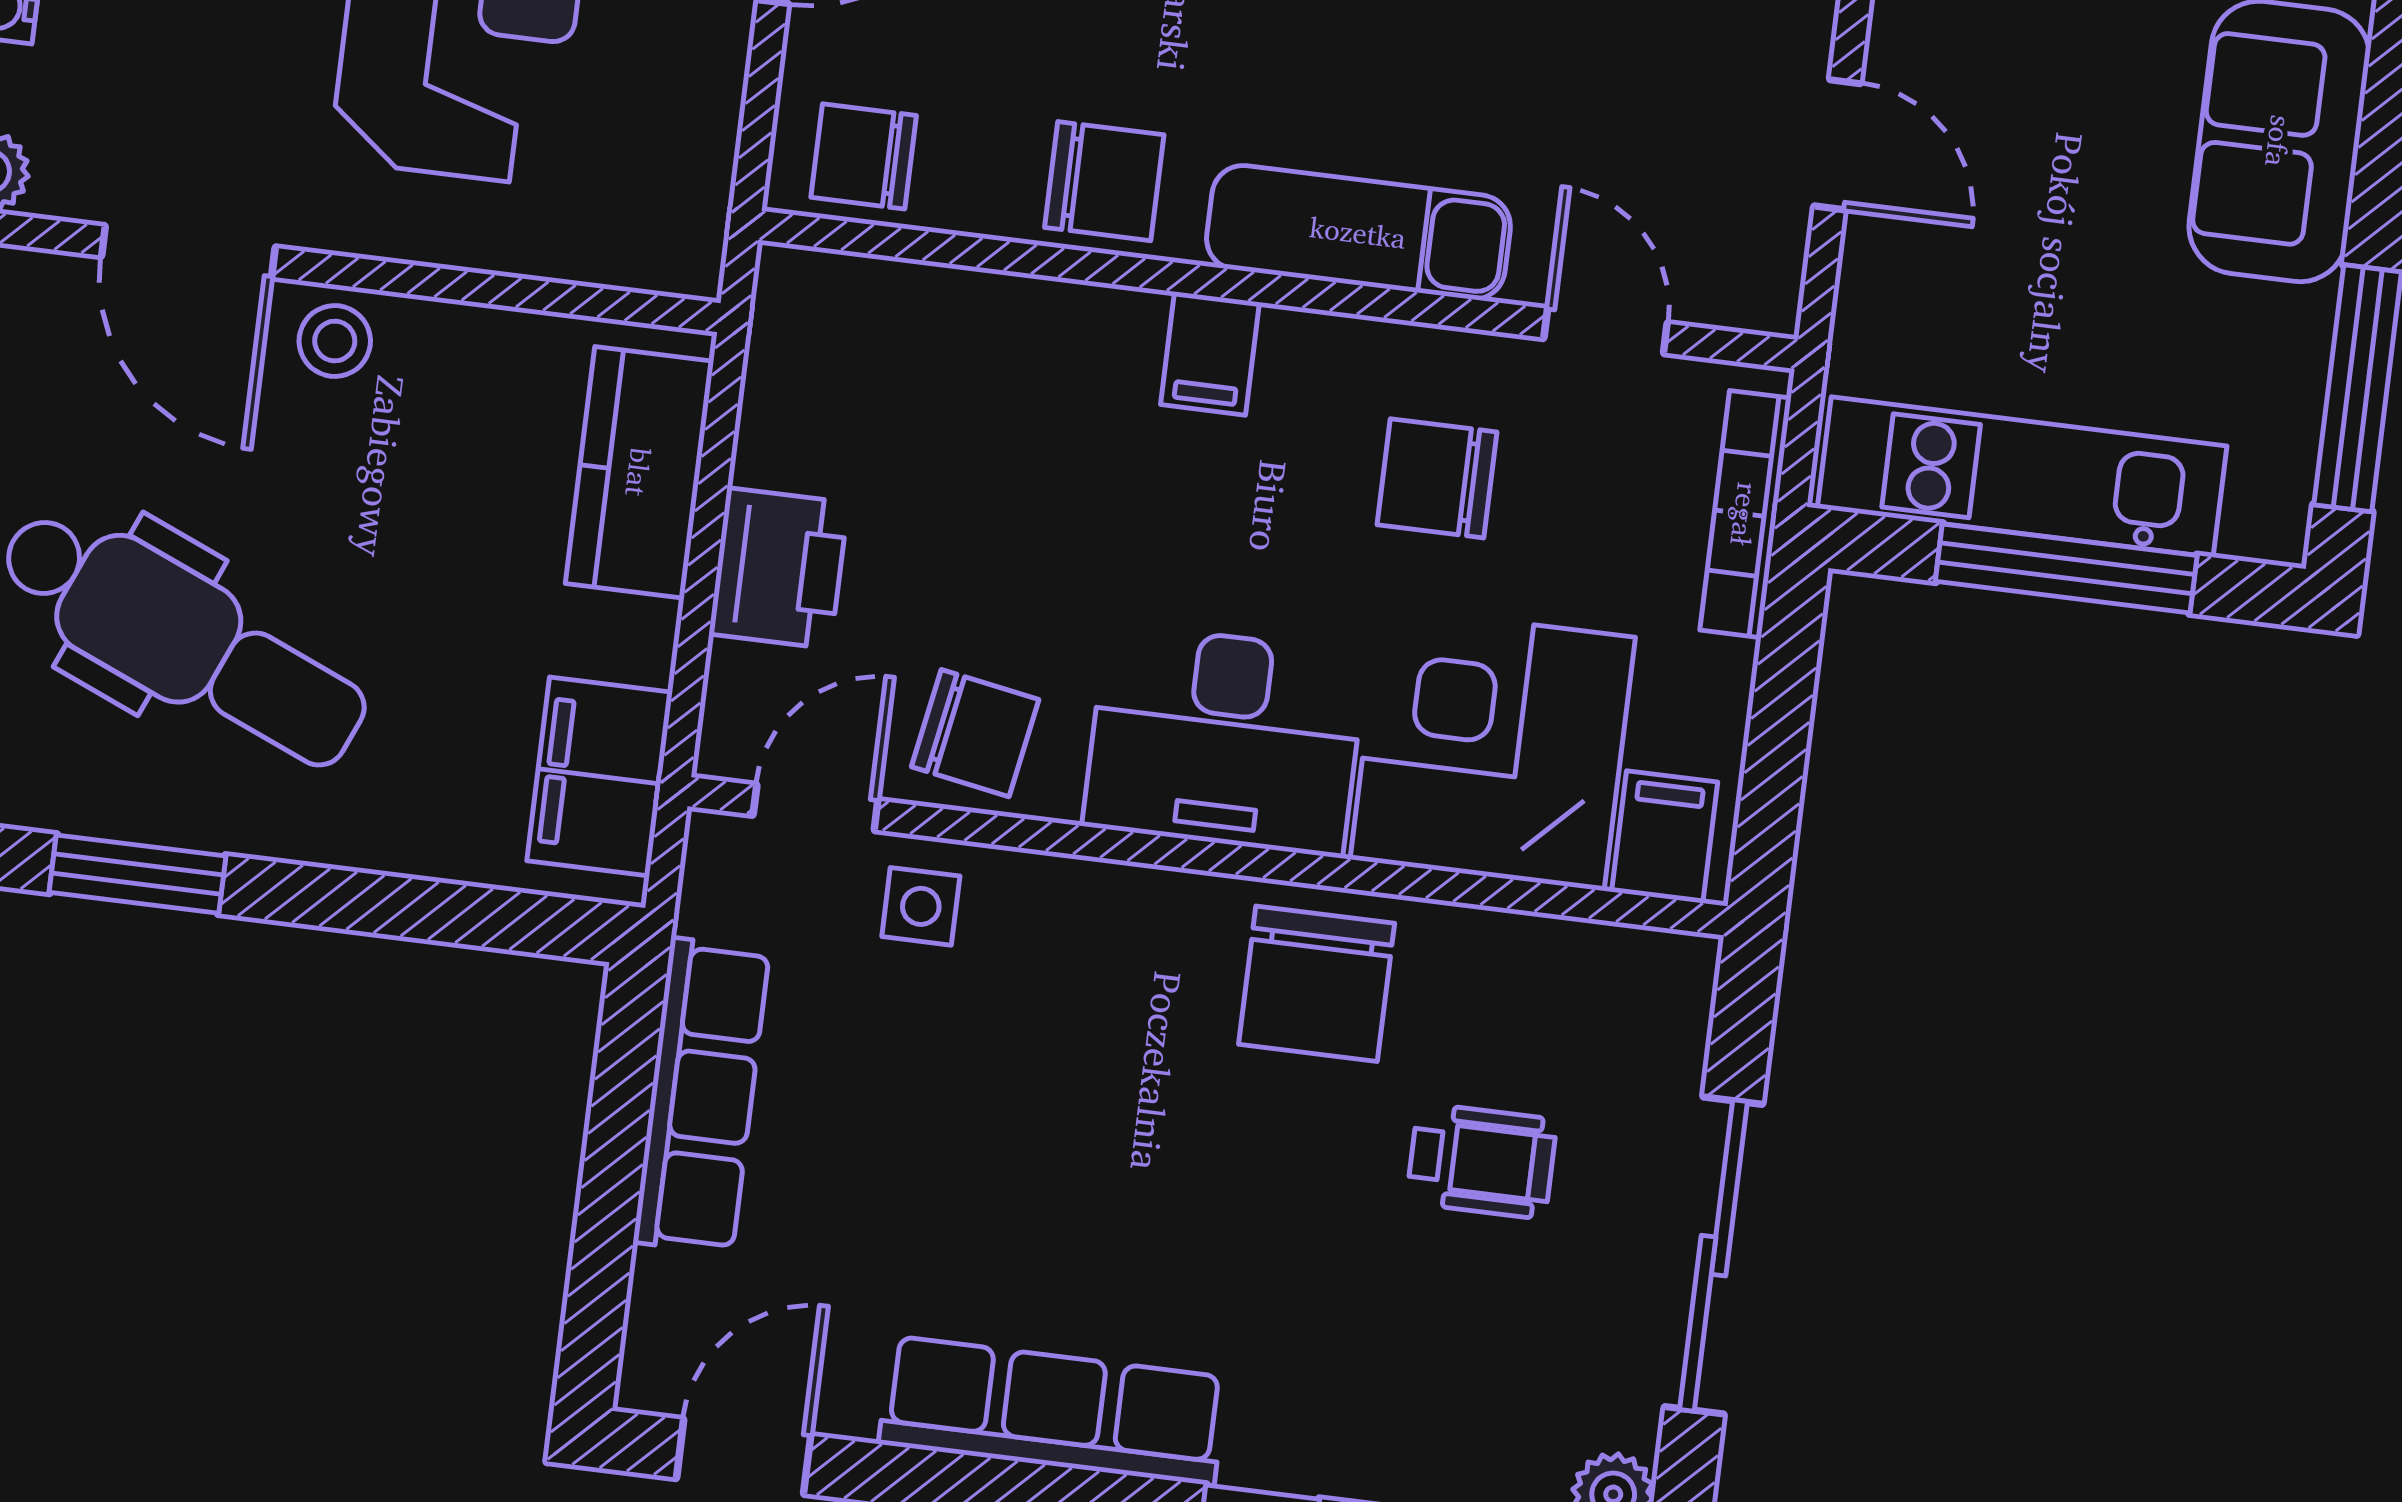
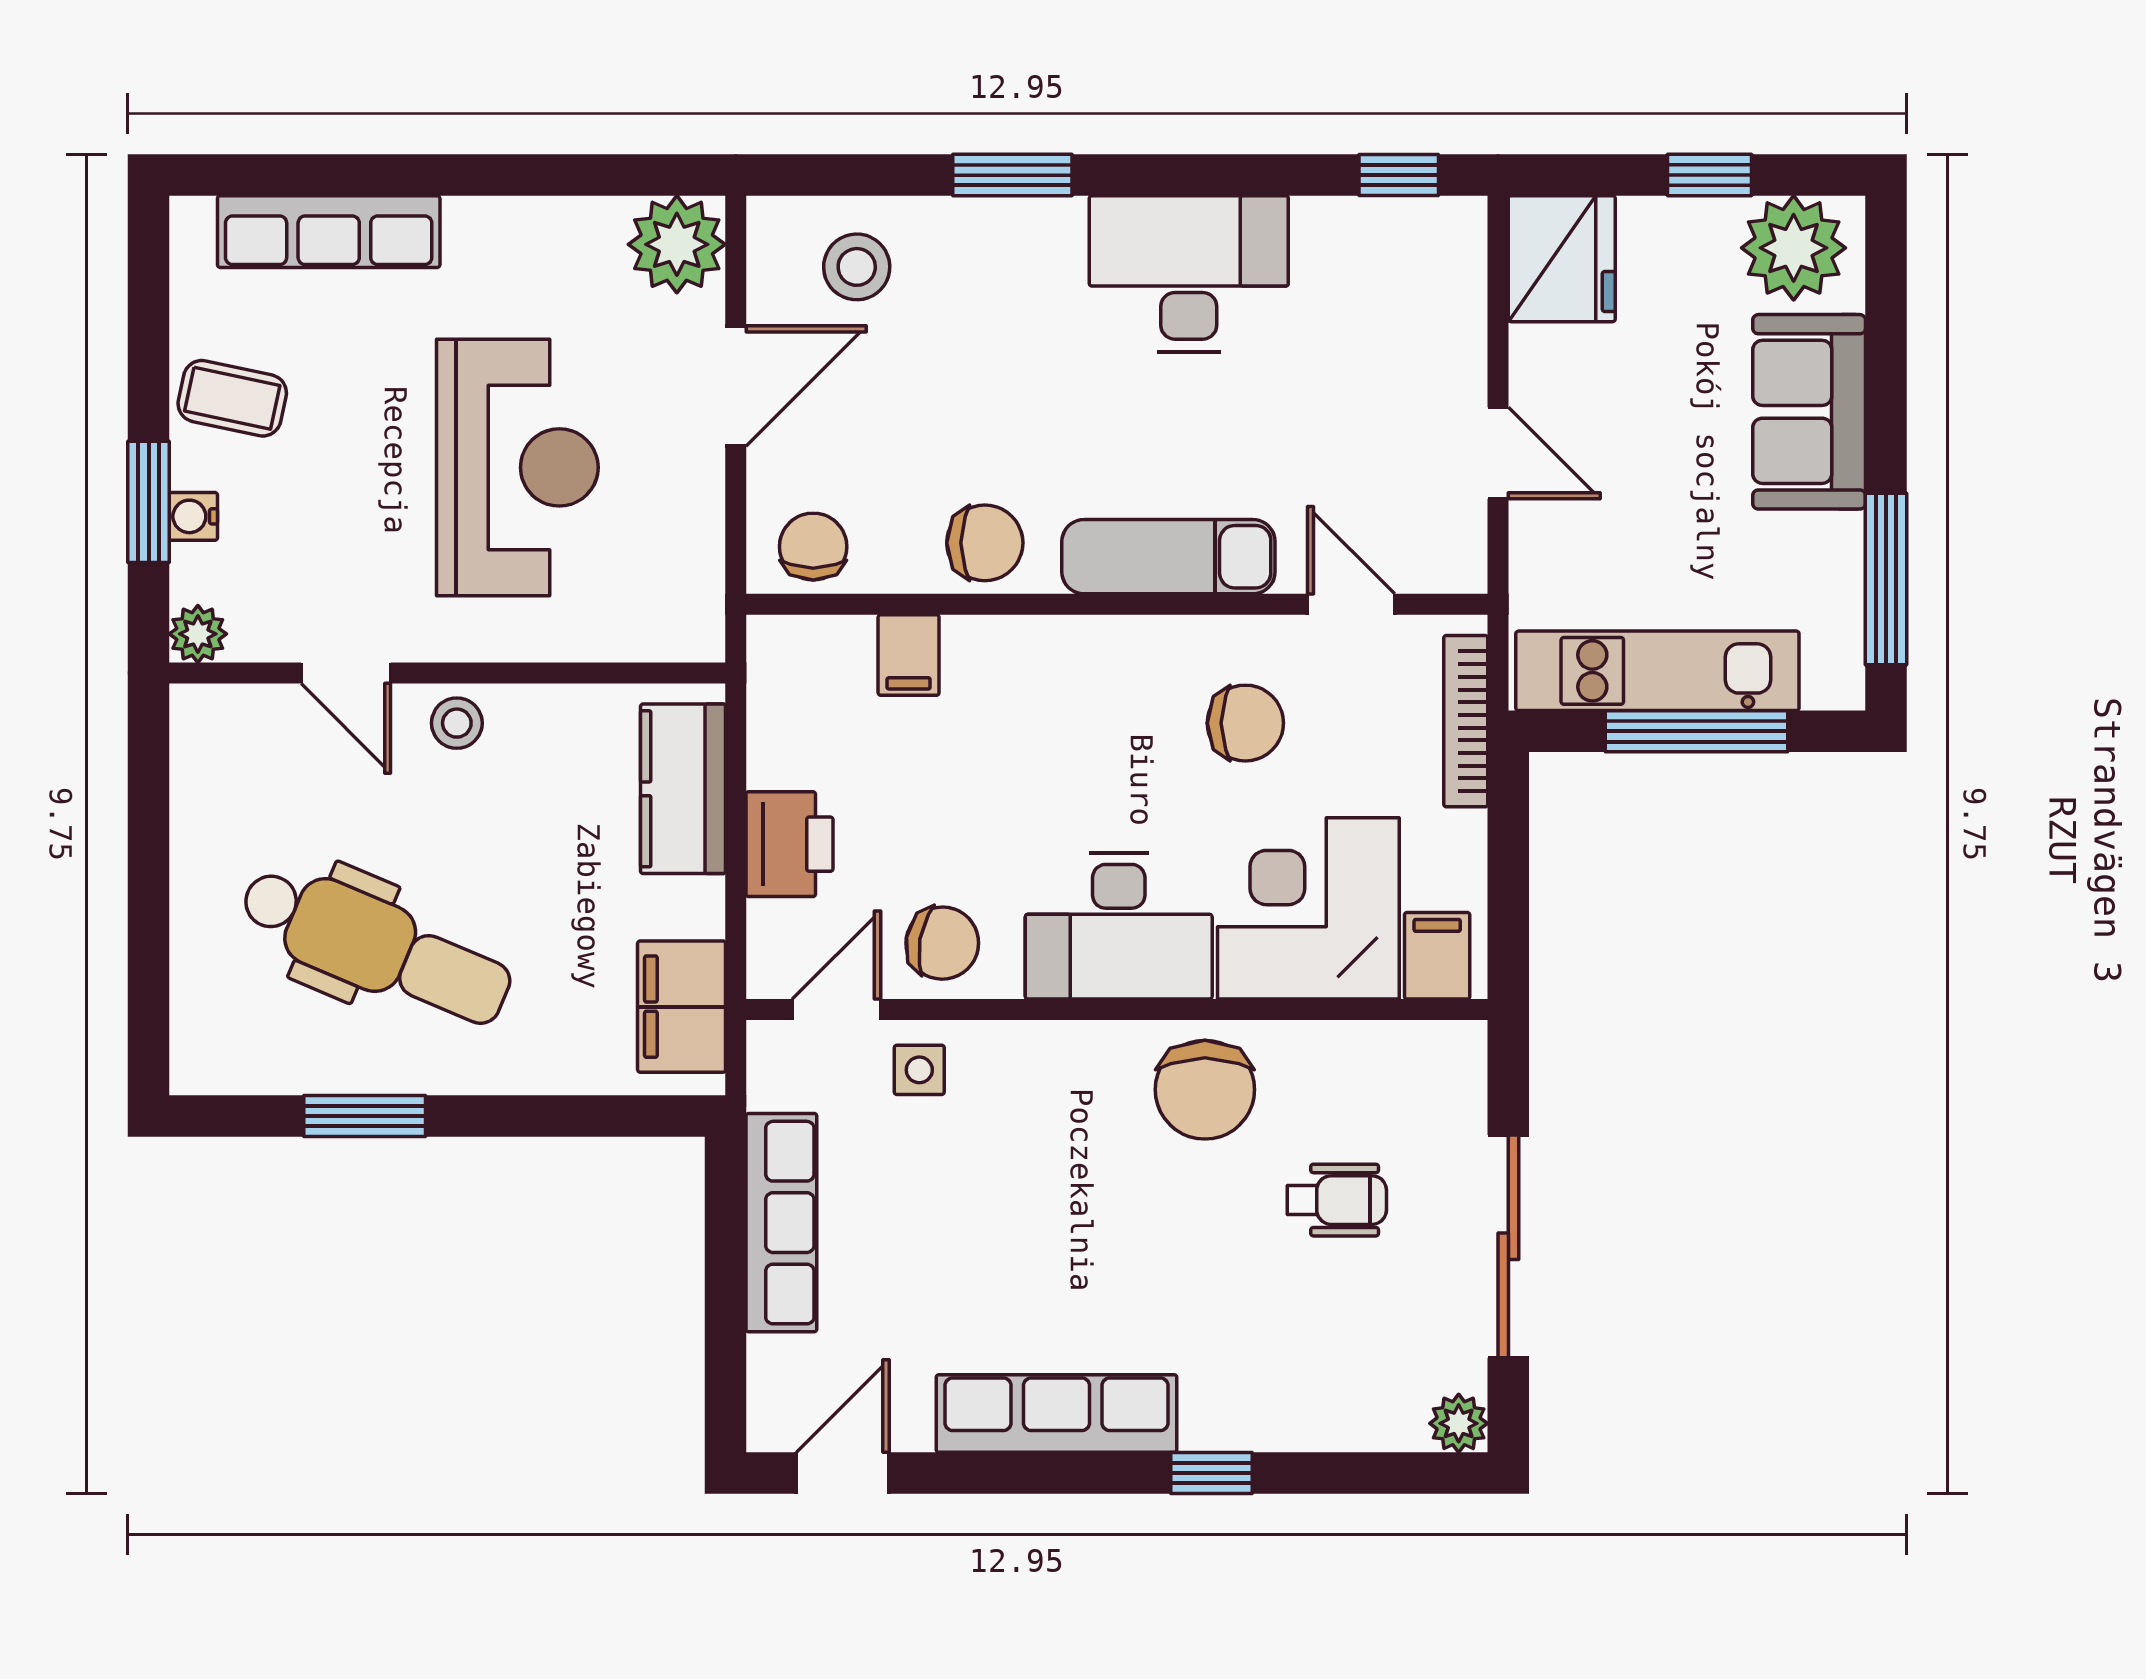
chair: (864, 156) -> (813, 547), turned 90
door: (188, 252) -> (346, 673), width x0.73
filing cabinet: (1210, 353) -> (909, 655), moved
chair: (1437, 478) -> (1245, 723), turned 180

